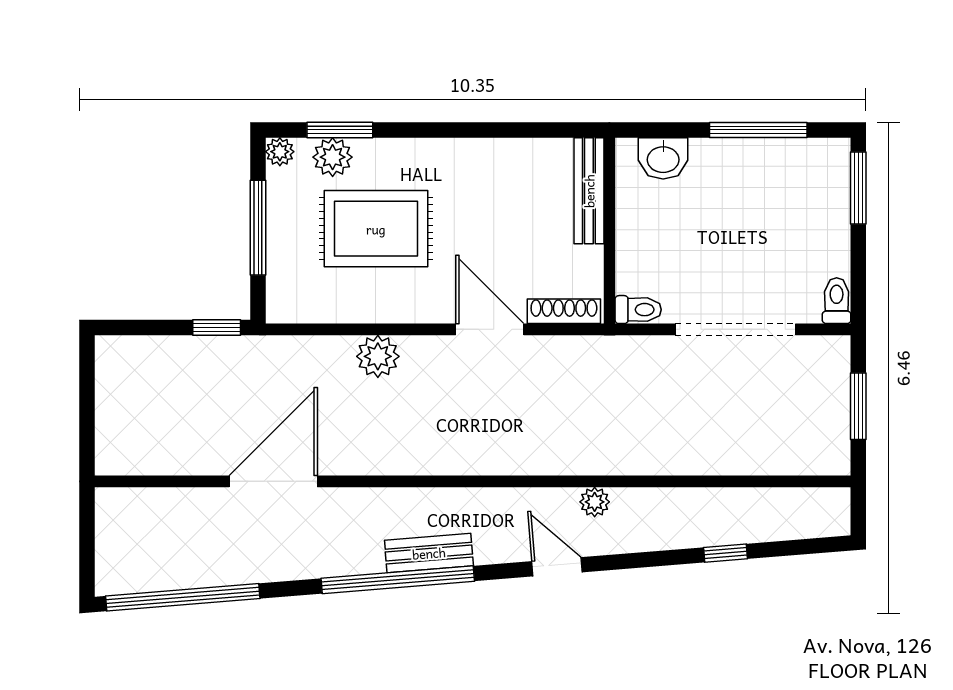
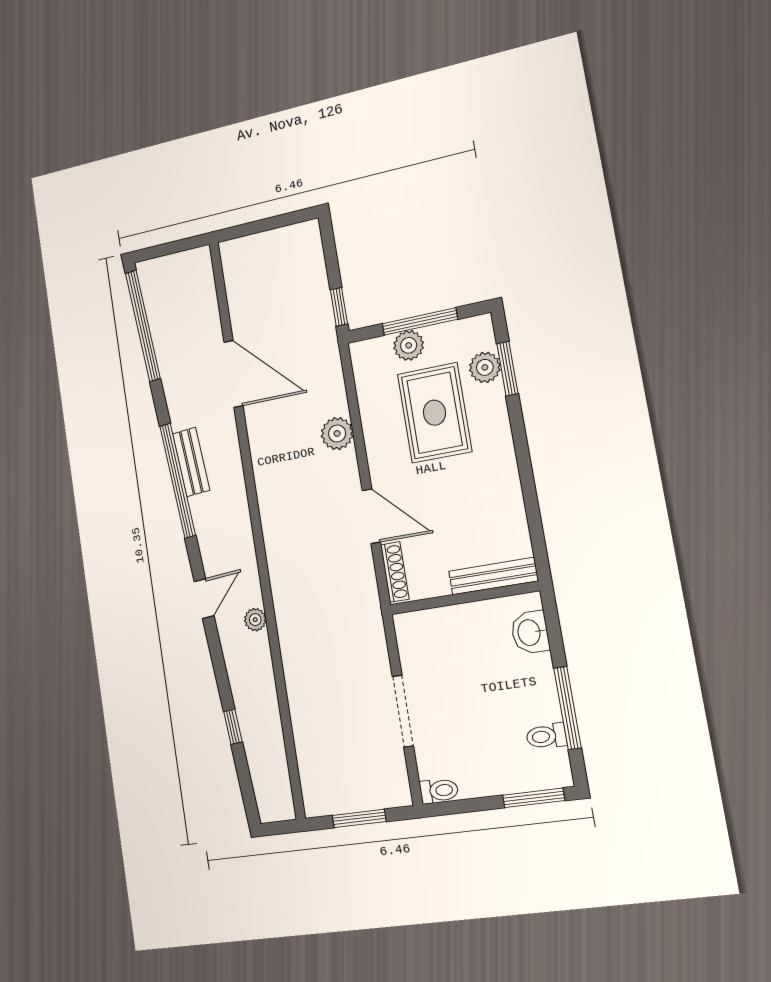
plant: (280, 152) -> (409, 345), moved, width x1.38, depth x1.38
toilet: (638, 310) -> (546, 736), moved, turned 90
door: (490, 329) -> (371, 516), hinge flipped
doorway: (735, 329) -> (403, 711), width x0.73
bench: (429, 553) -> (191, 462), moved

